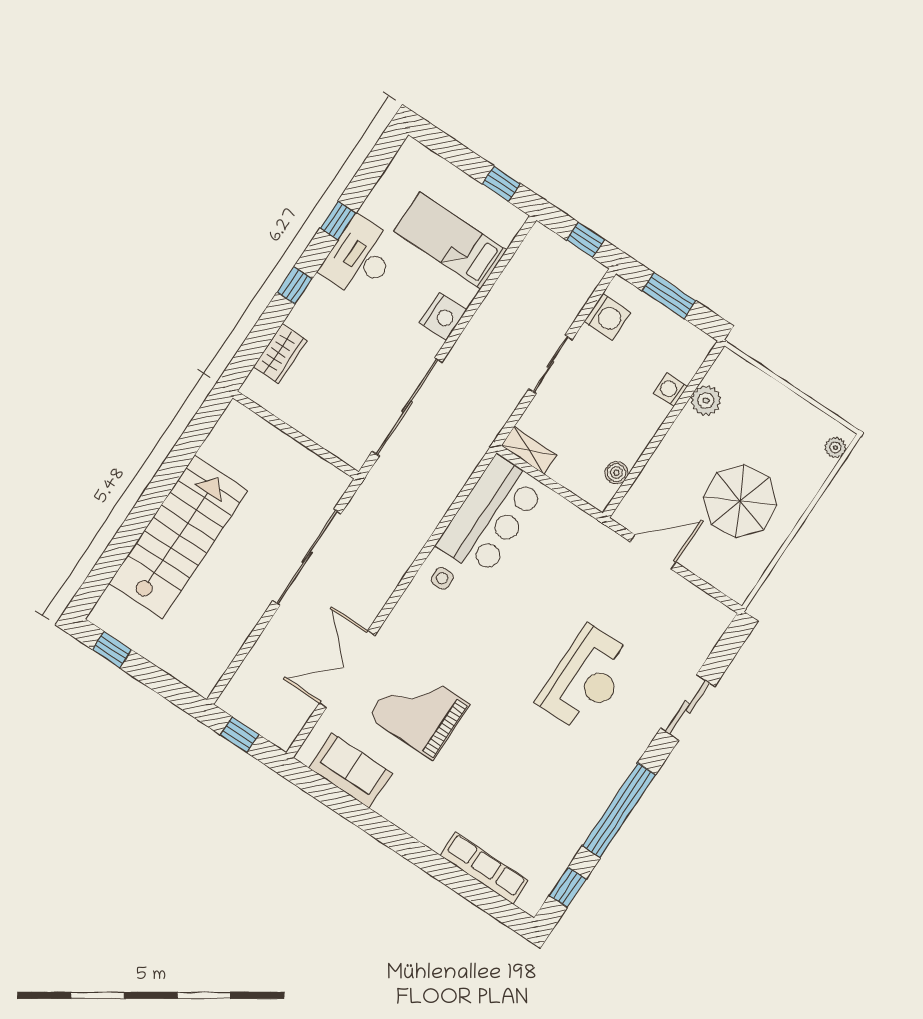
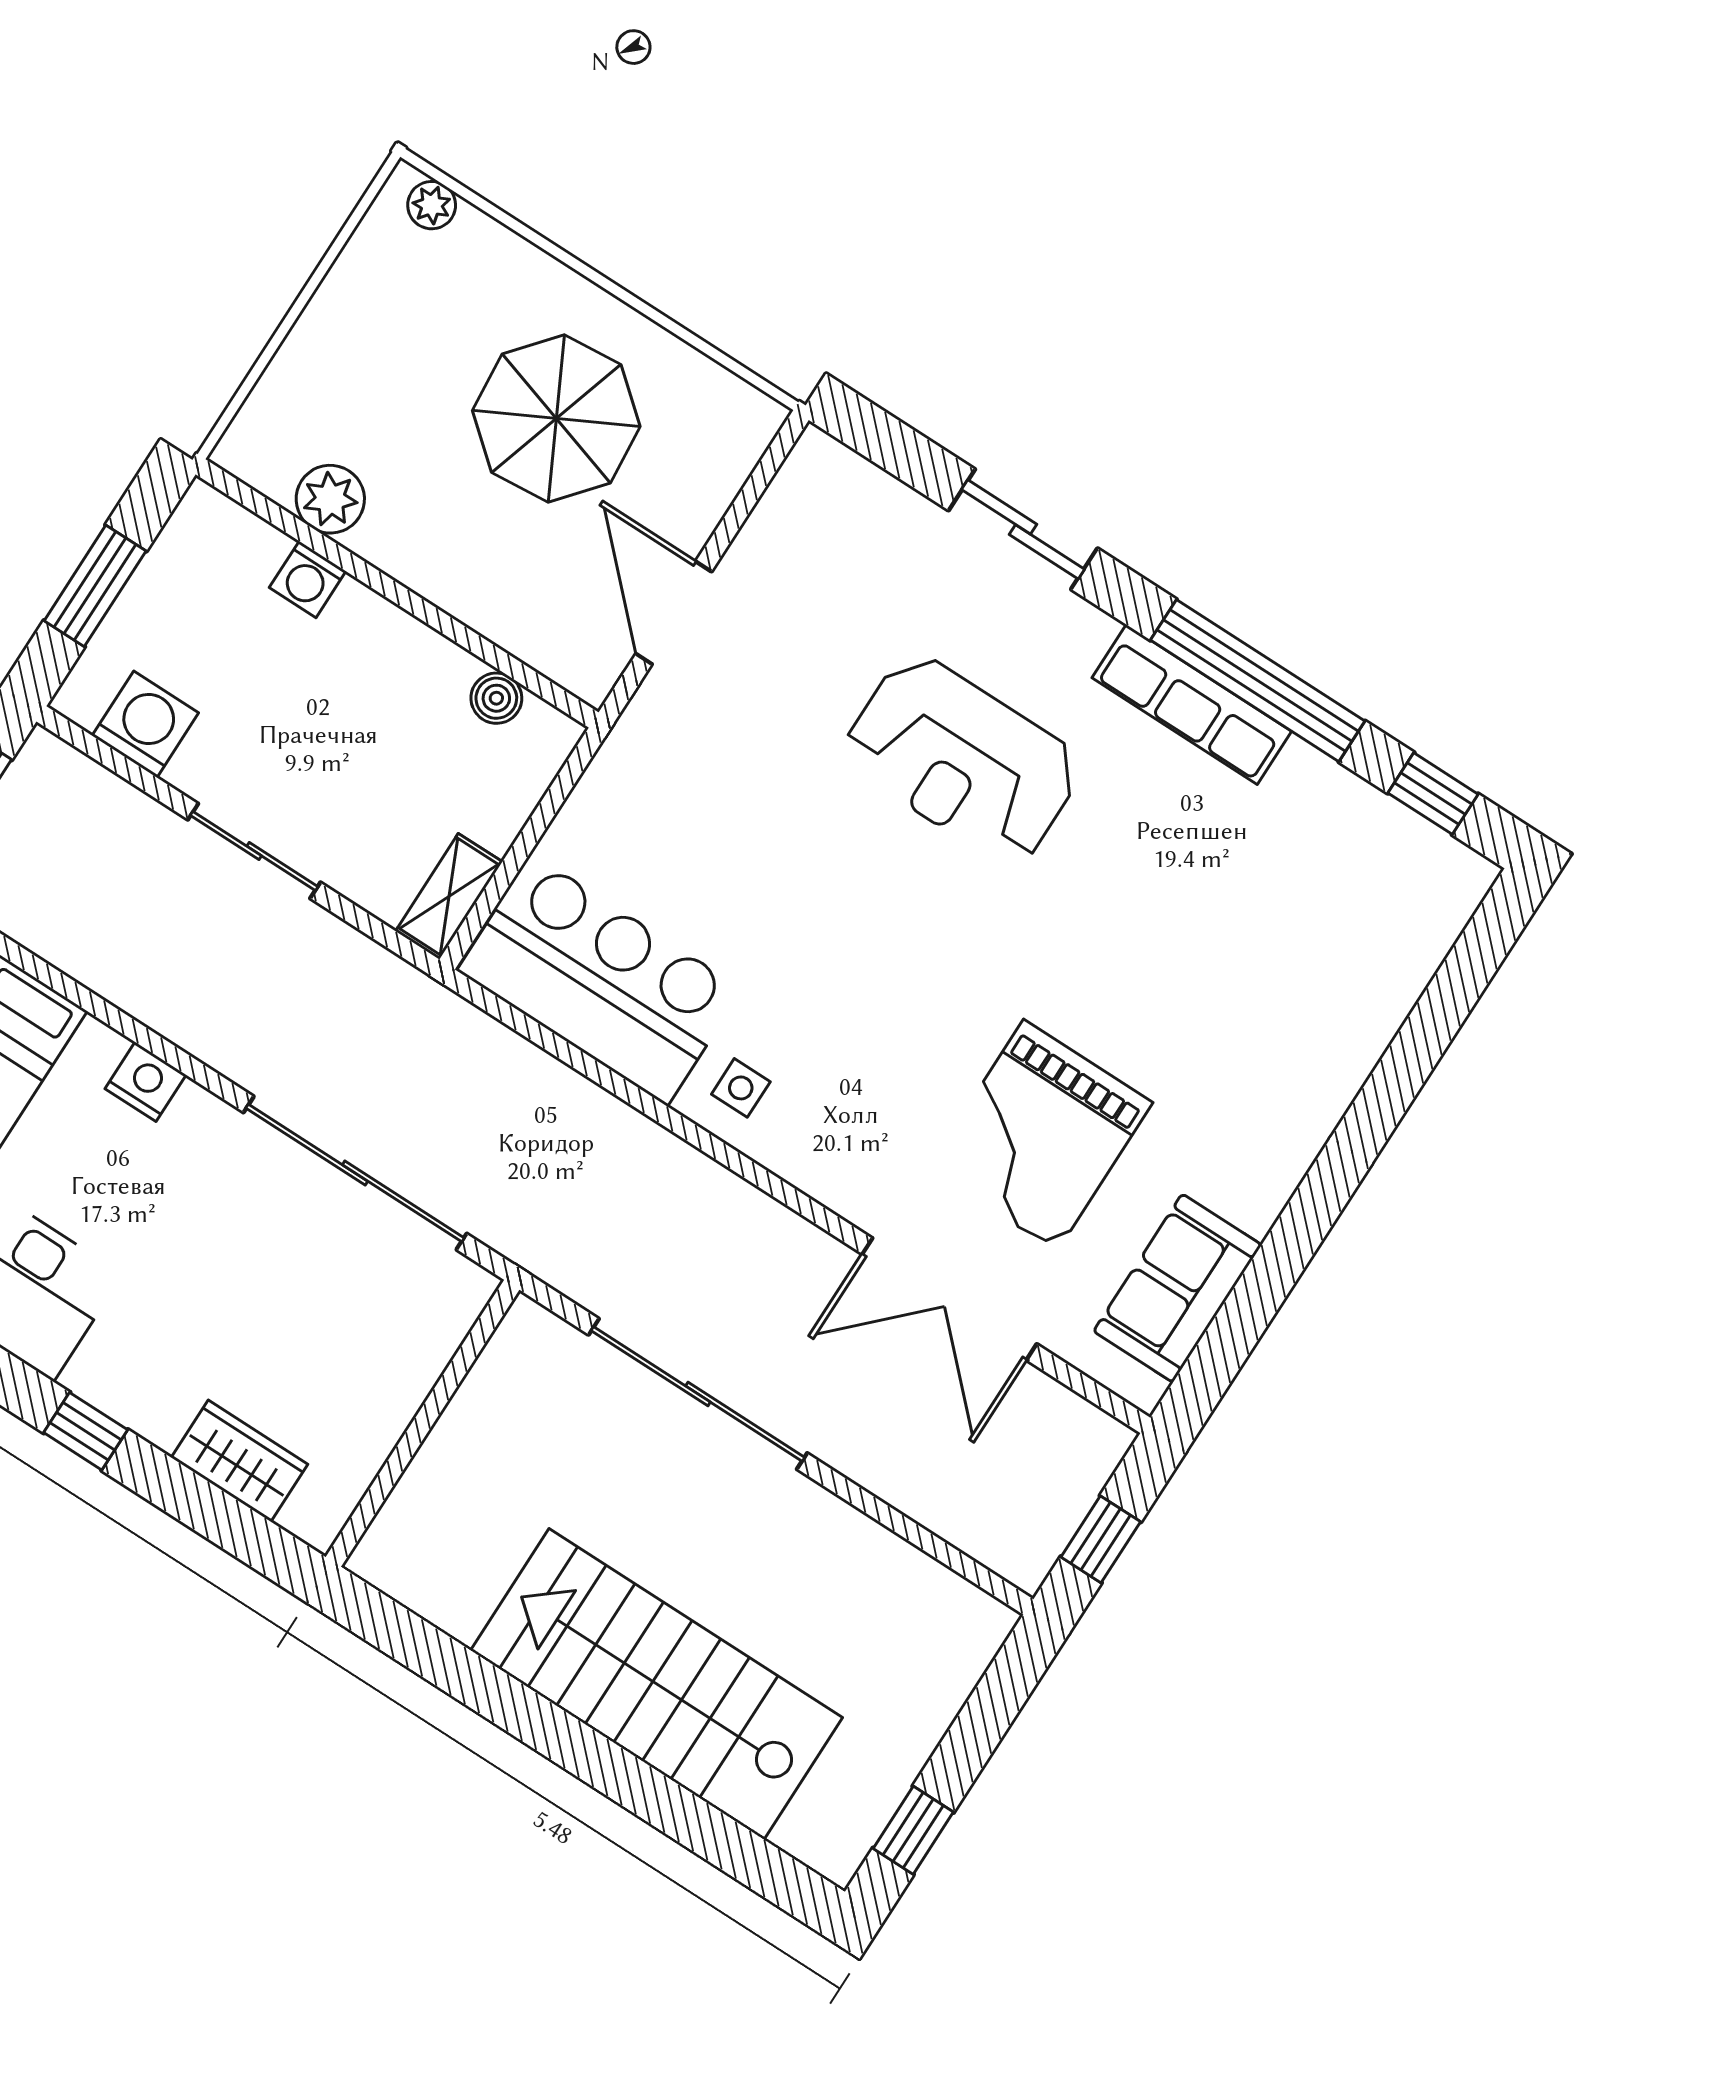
nightstand: (443, 316) -> (146, 1082), width x0.74, depth x0.75
reception desk: (586, 679) -> (962, 760), turned 180
row of seats: (484, 868) -> (1192, 704), moved, turned -90

